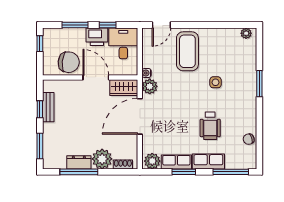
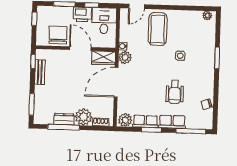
chair: (69, 62) -> (58, 35), turned -96
window: (40, 109) -> (33, 61), moved

